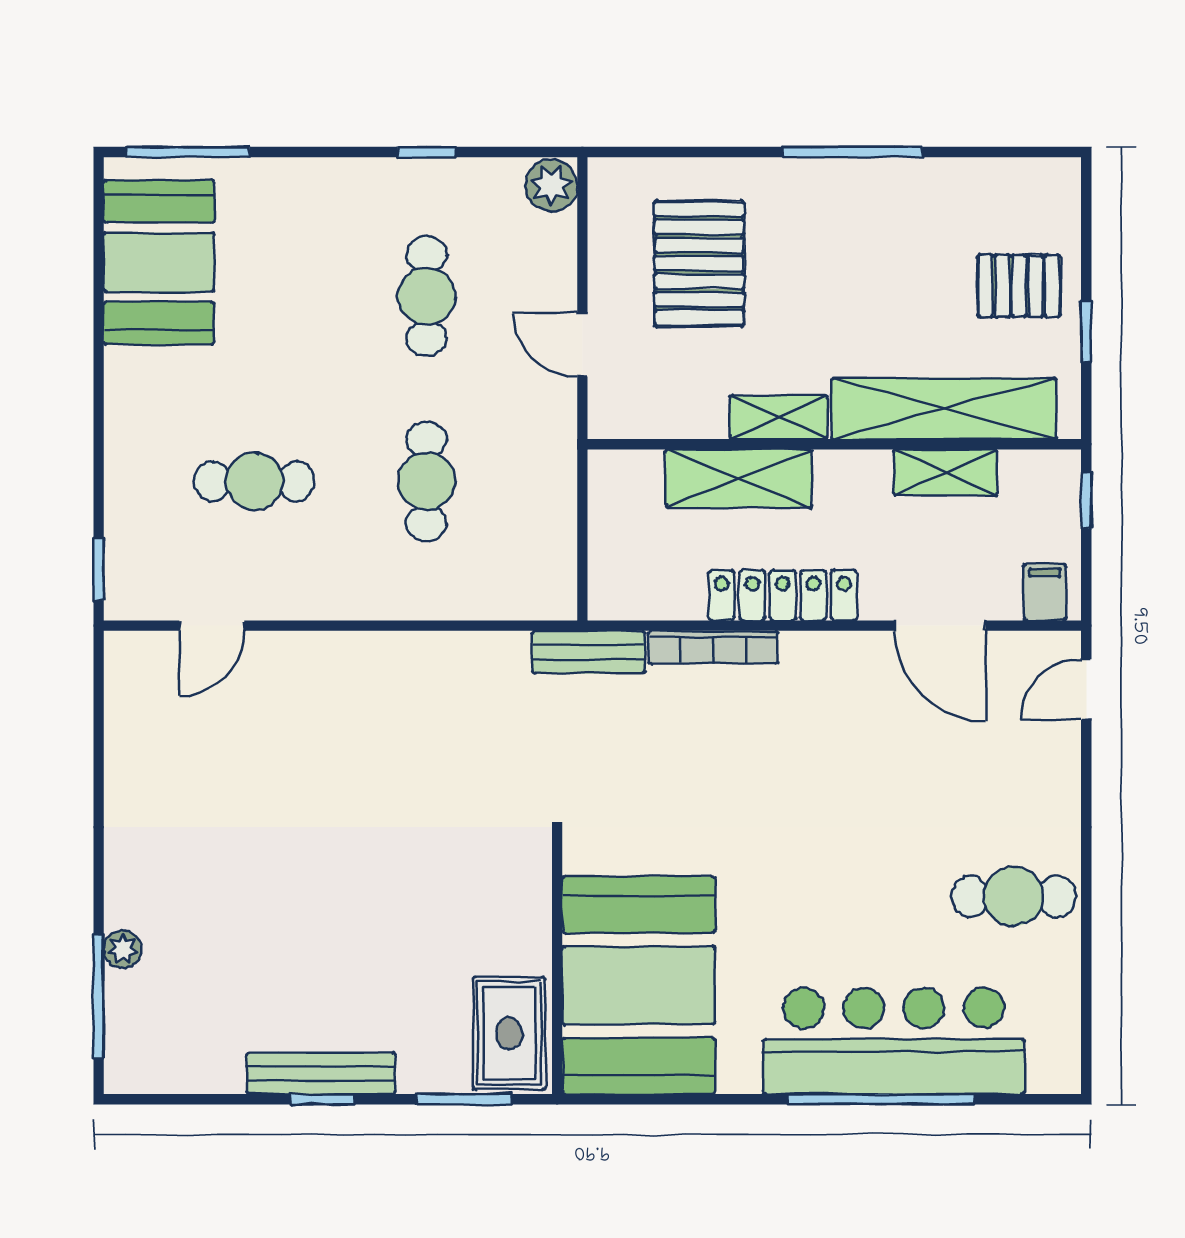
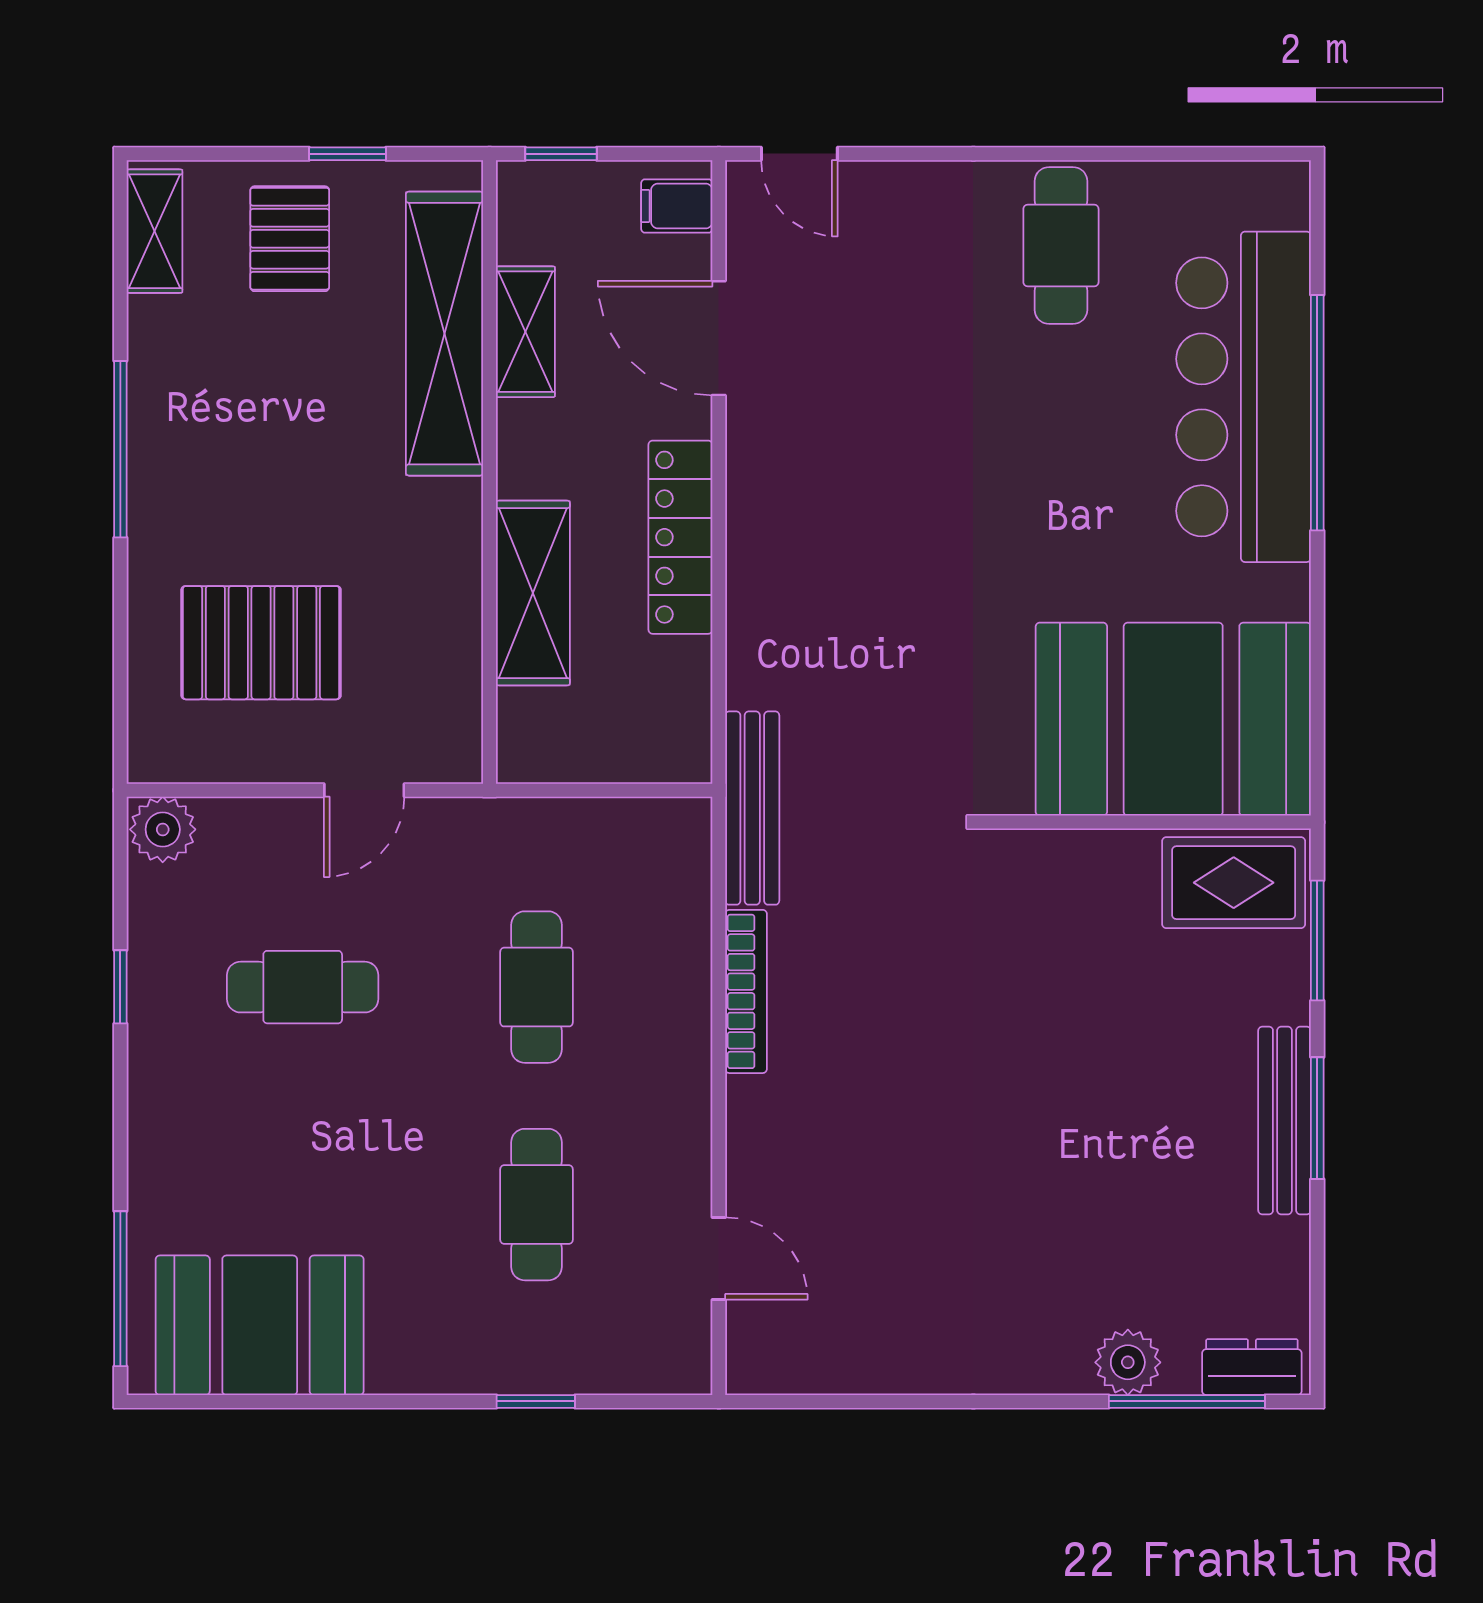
shelving: (779, 417) -> (155, 231), moved
cafe table: (427, 481) -> (537, 987), turned 90
window: (99, 569) -> (536, 1401), moved
door: (940, 626) -> (719, 338), swing flipped
bookcase: (713, 647) -> (746, 991), moved
bench: (589, 652) -> (752, 808), width x1.36
plant: (123, 949) -> (1128, 1362), width x1.38, depth x1.38
dresser: (126, 1048) -> (1252, 1367), added
window: (323, 1099) -> (1317, 1118), width x1.50

